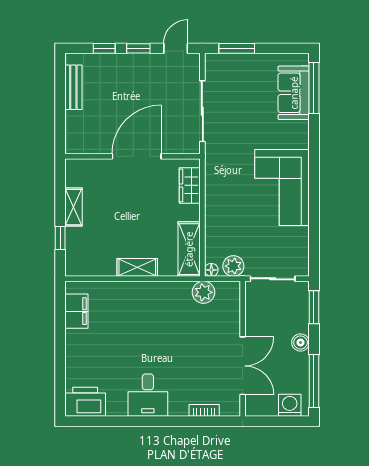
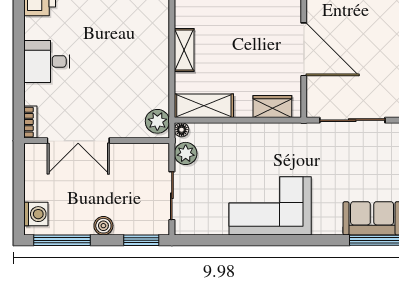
wall: (243, 349) -> (97, 141), moved
double door: (243, 366) -> (78, 141), moved

